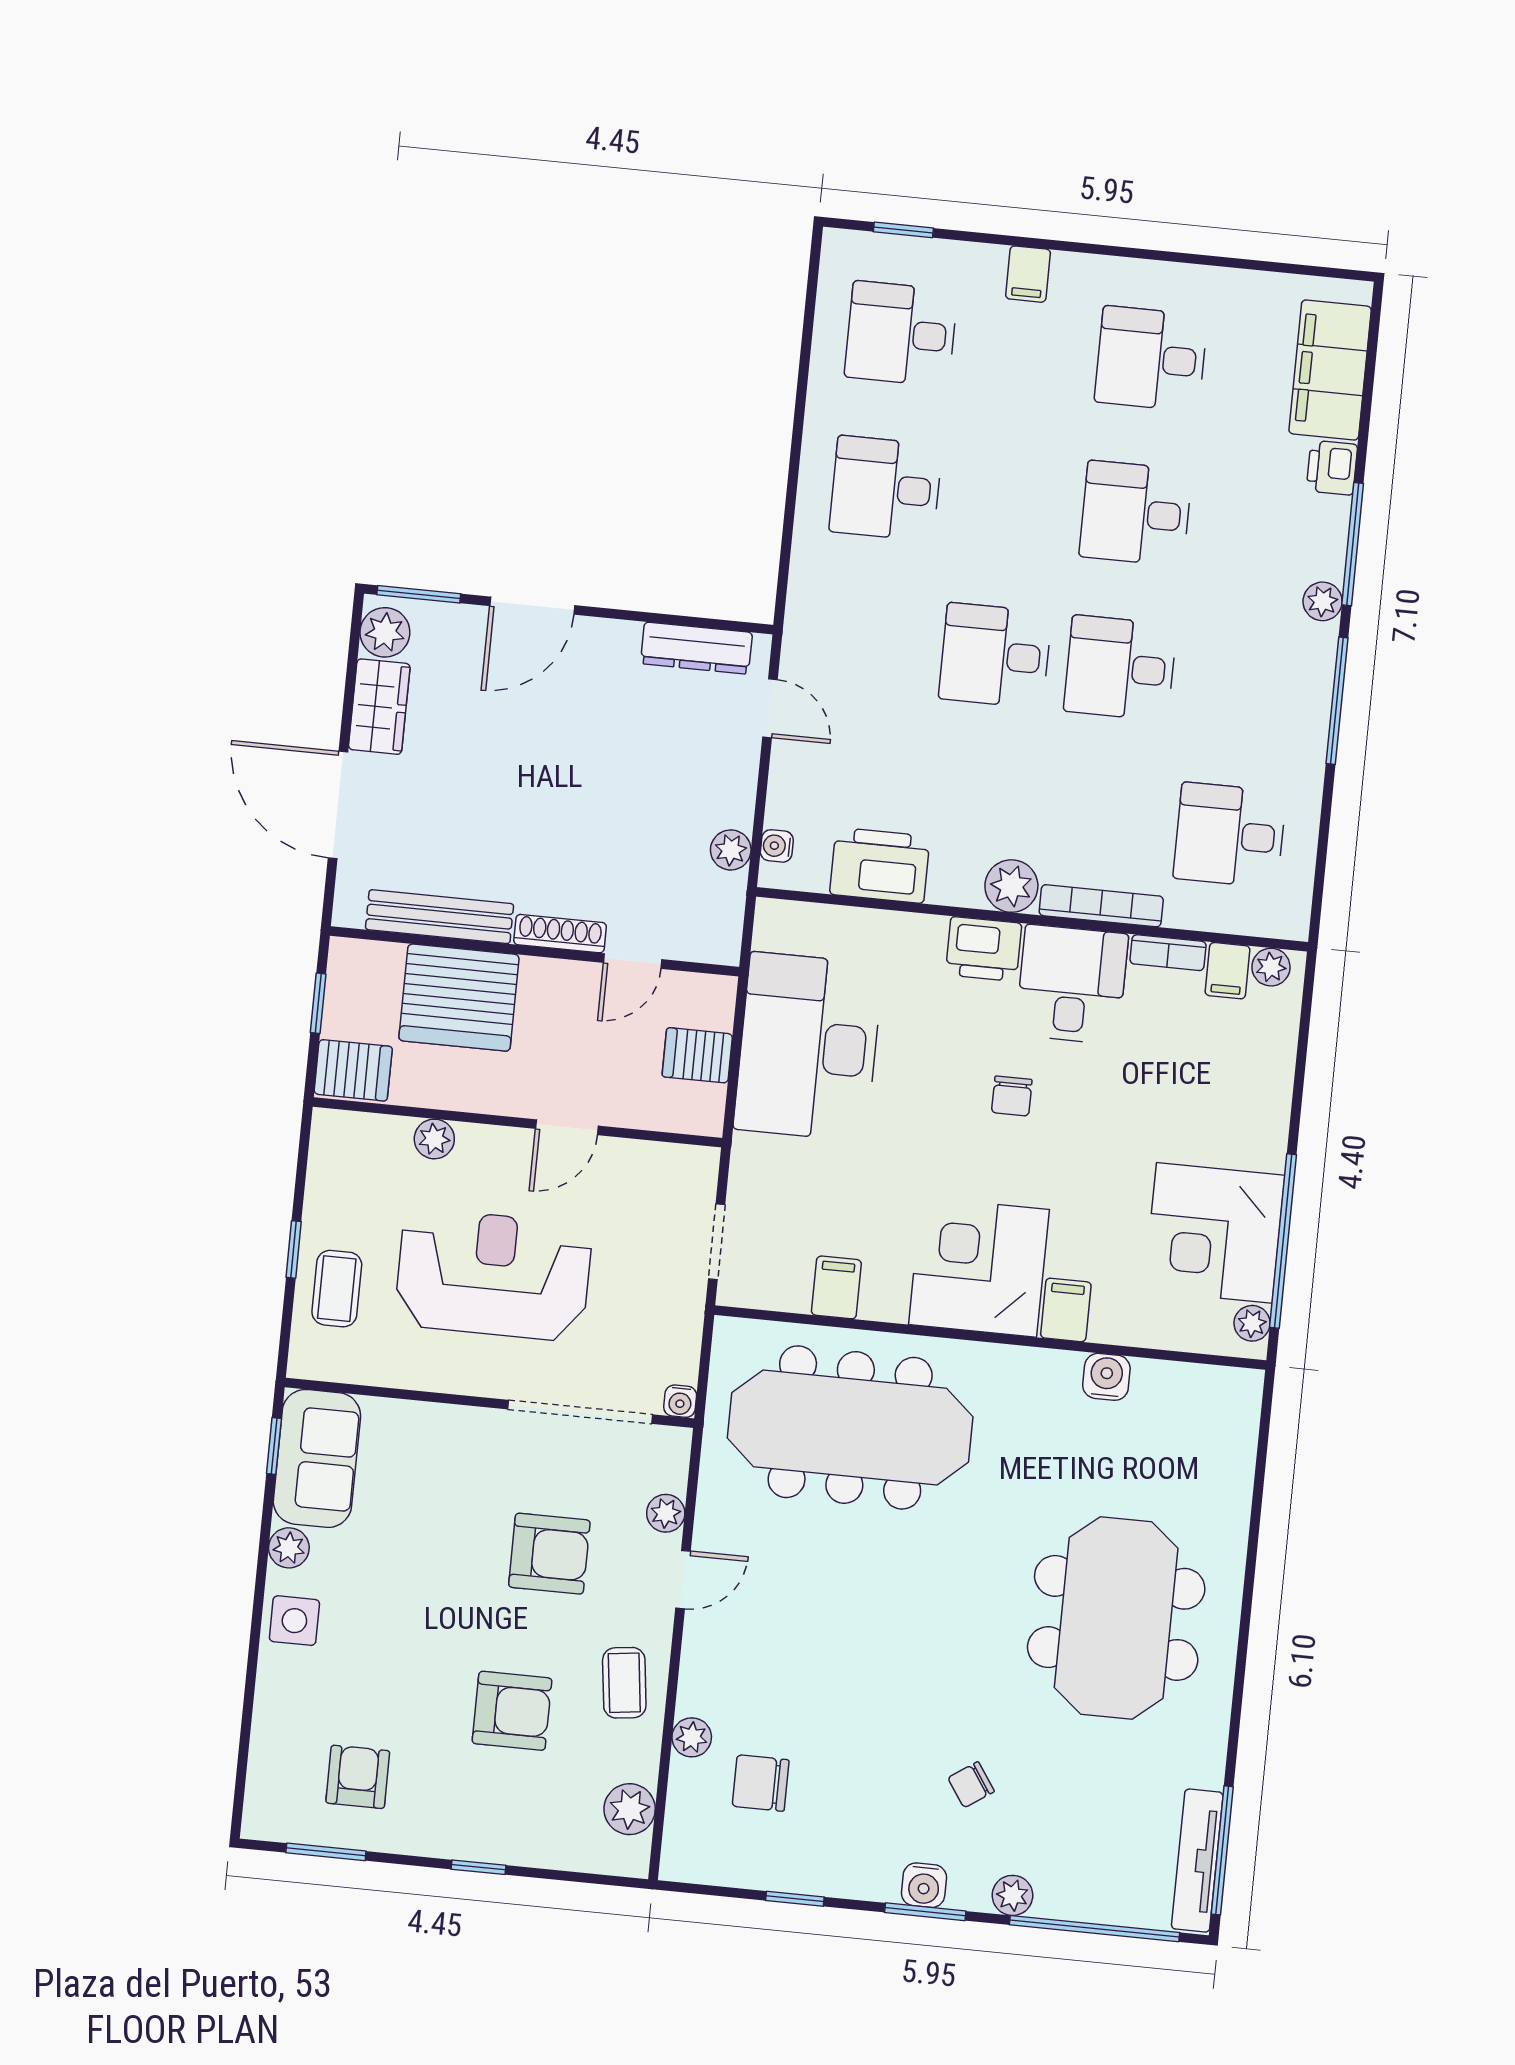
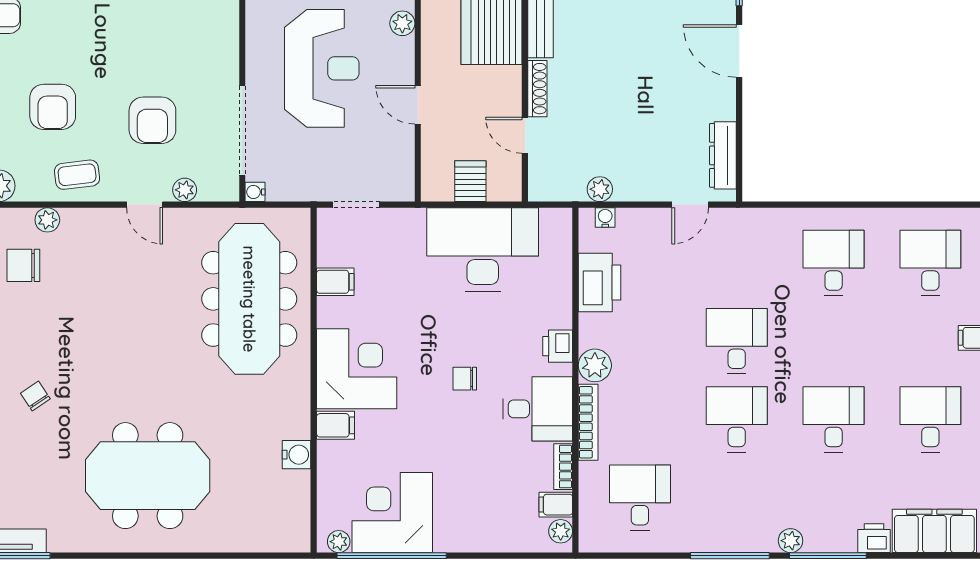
printer: (984, 949) -> (558, 346), width x0.73, depth x0.81
chair: (761, 1783) -> (23, 265), turned -90

